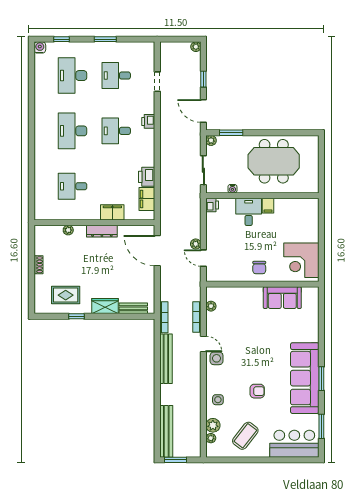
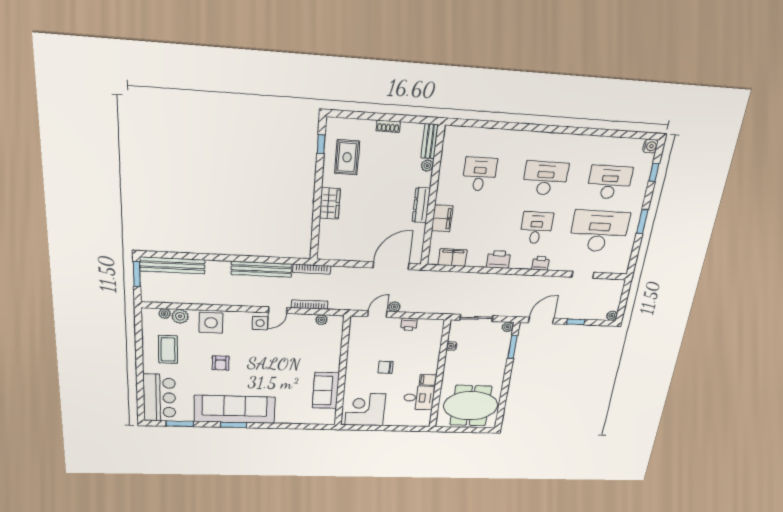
desk: (116, 76) -> (599, 231), width x1.87, depth x1.30
meeting table: (274, 161) -> (471, 406), moved, turned 90
printer: (147, 177) -> (498, 259), moved
printer: (212, 205) -> (409, 324), moved
desk: (249, 212) -> (419, 398), moved
chair: (259, 268) -> (386, 367), moved
bench: (133, 308) -> (430, 141), moved
window: (77, 316) -> (321, 144), moved
side table: (218, 400) -> (211, 323), width x1.87, depth x1.87
coffee table: (245, 436) -> (168, 349), turned 52

